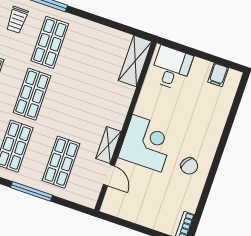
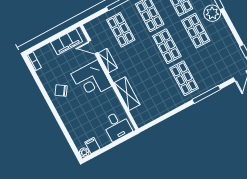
trolley: (17, 20) -> (210, 72), removed
shelving: (135, 61) -> (127, 94), moved
plant: (234, 77) -> (84, 152), added
filing cabinet: (130, 210) -> (67, 42), added

